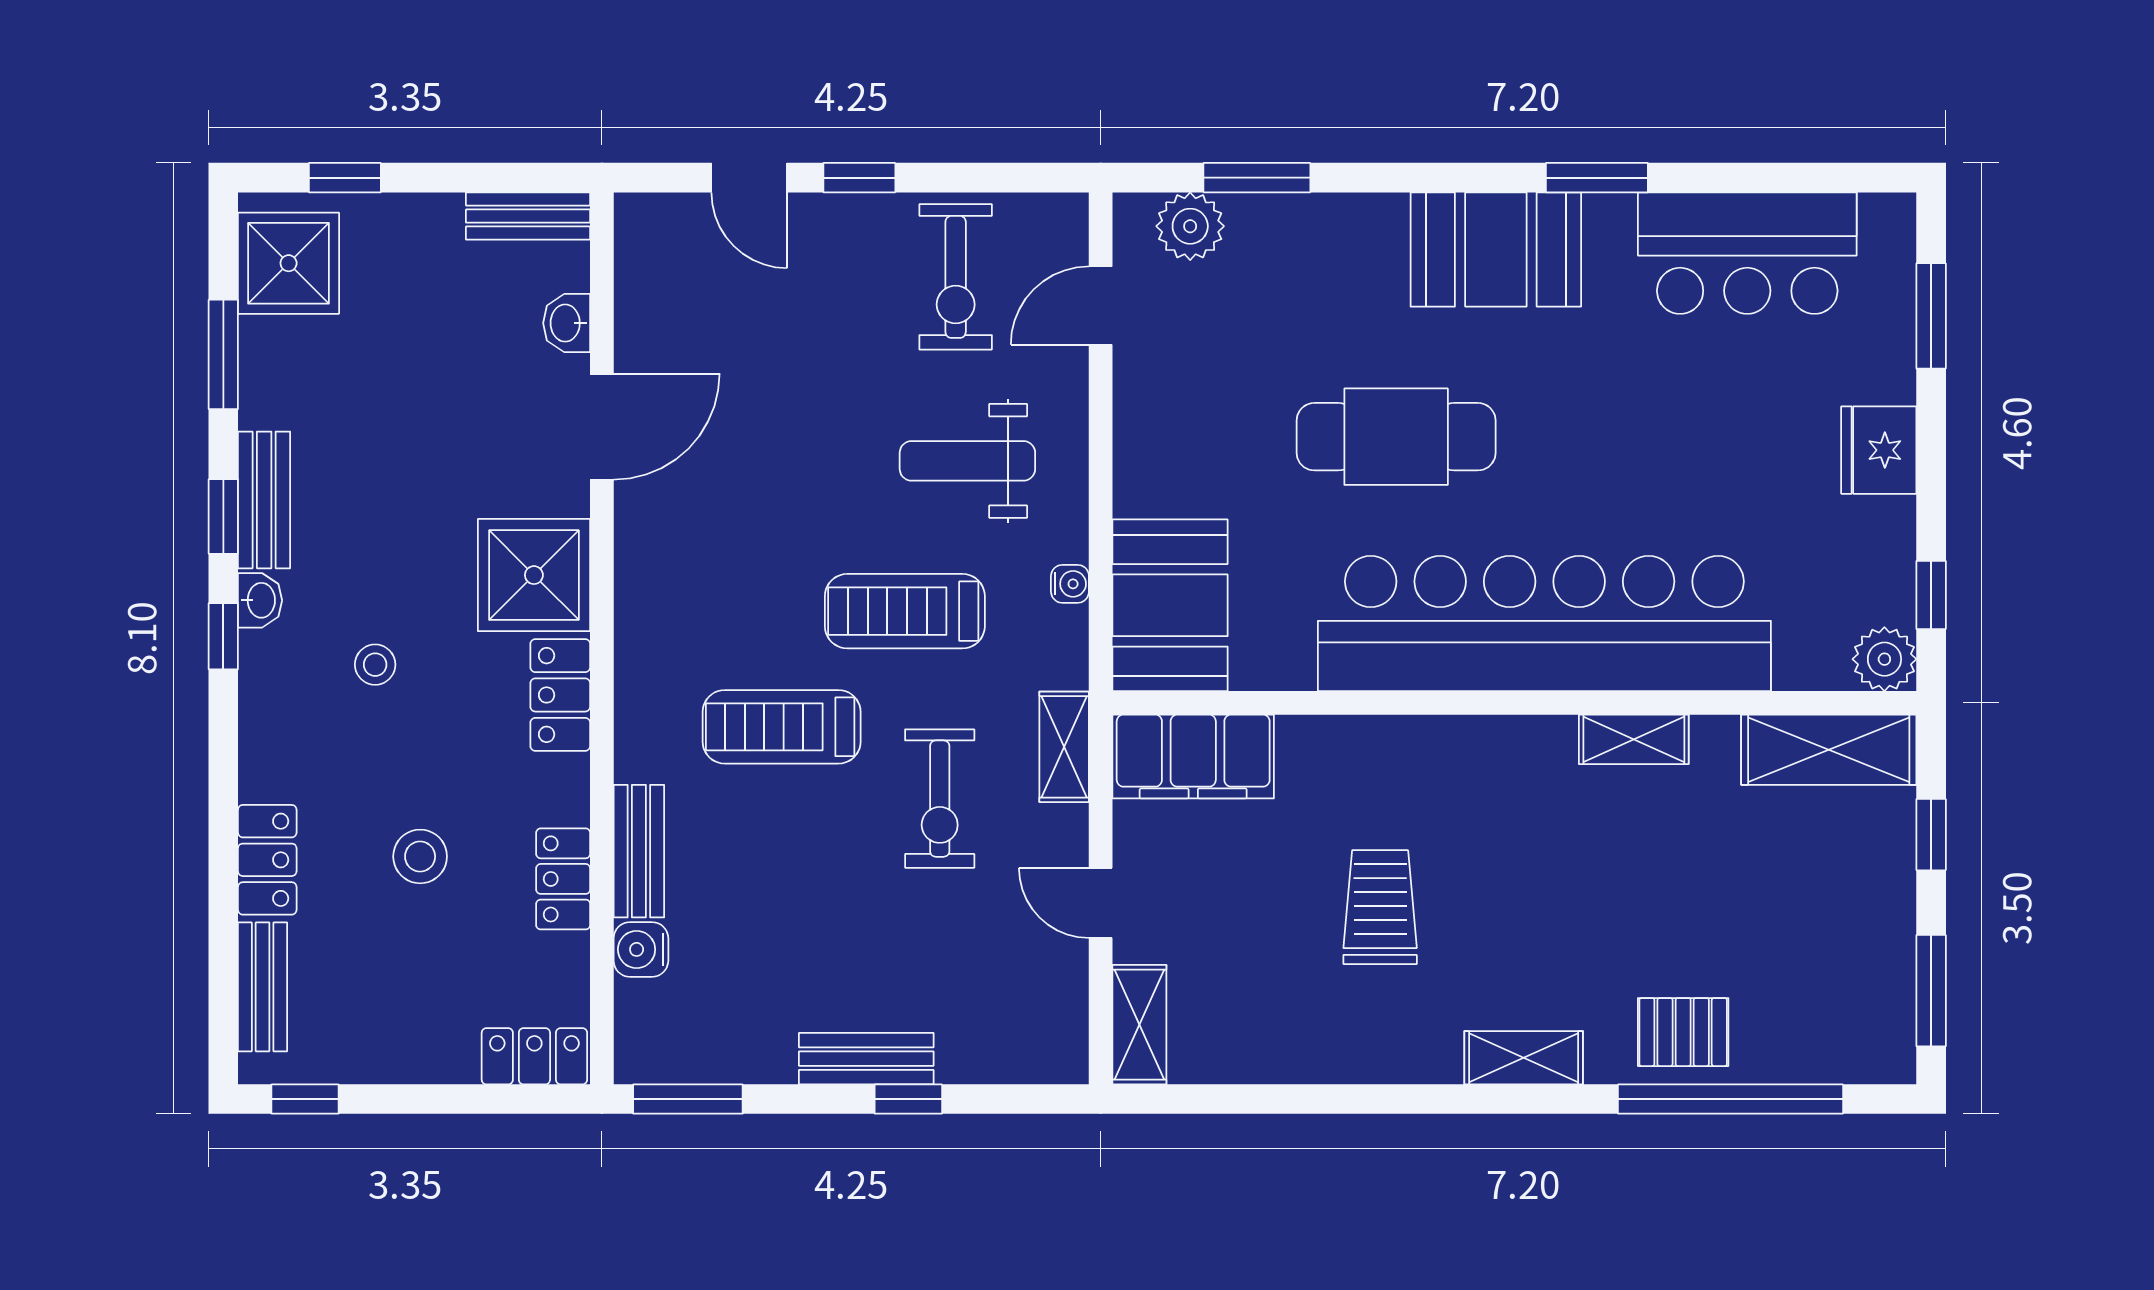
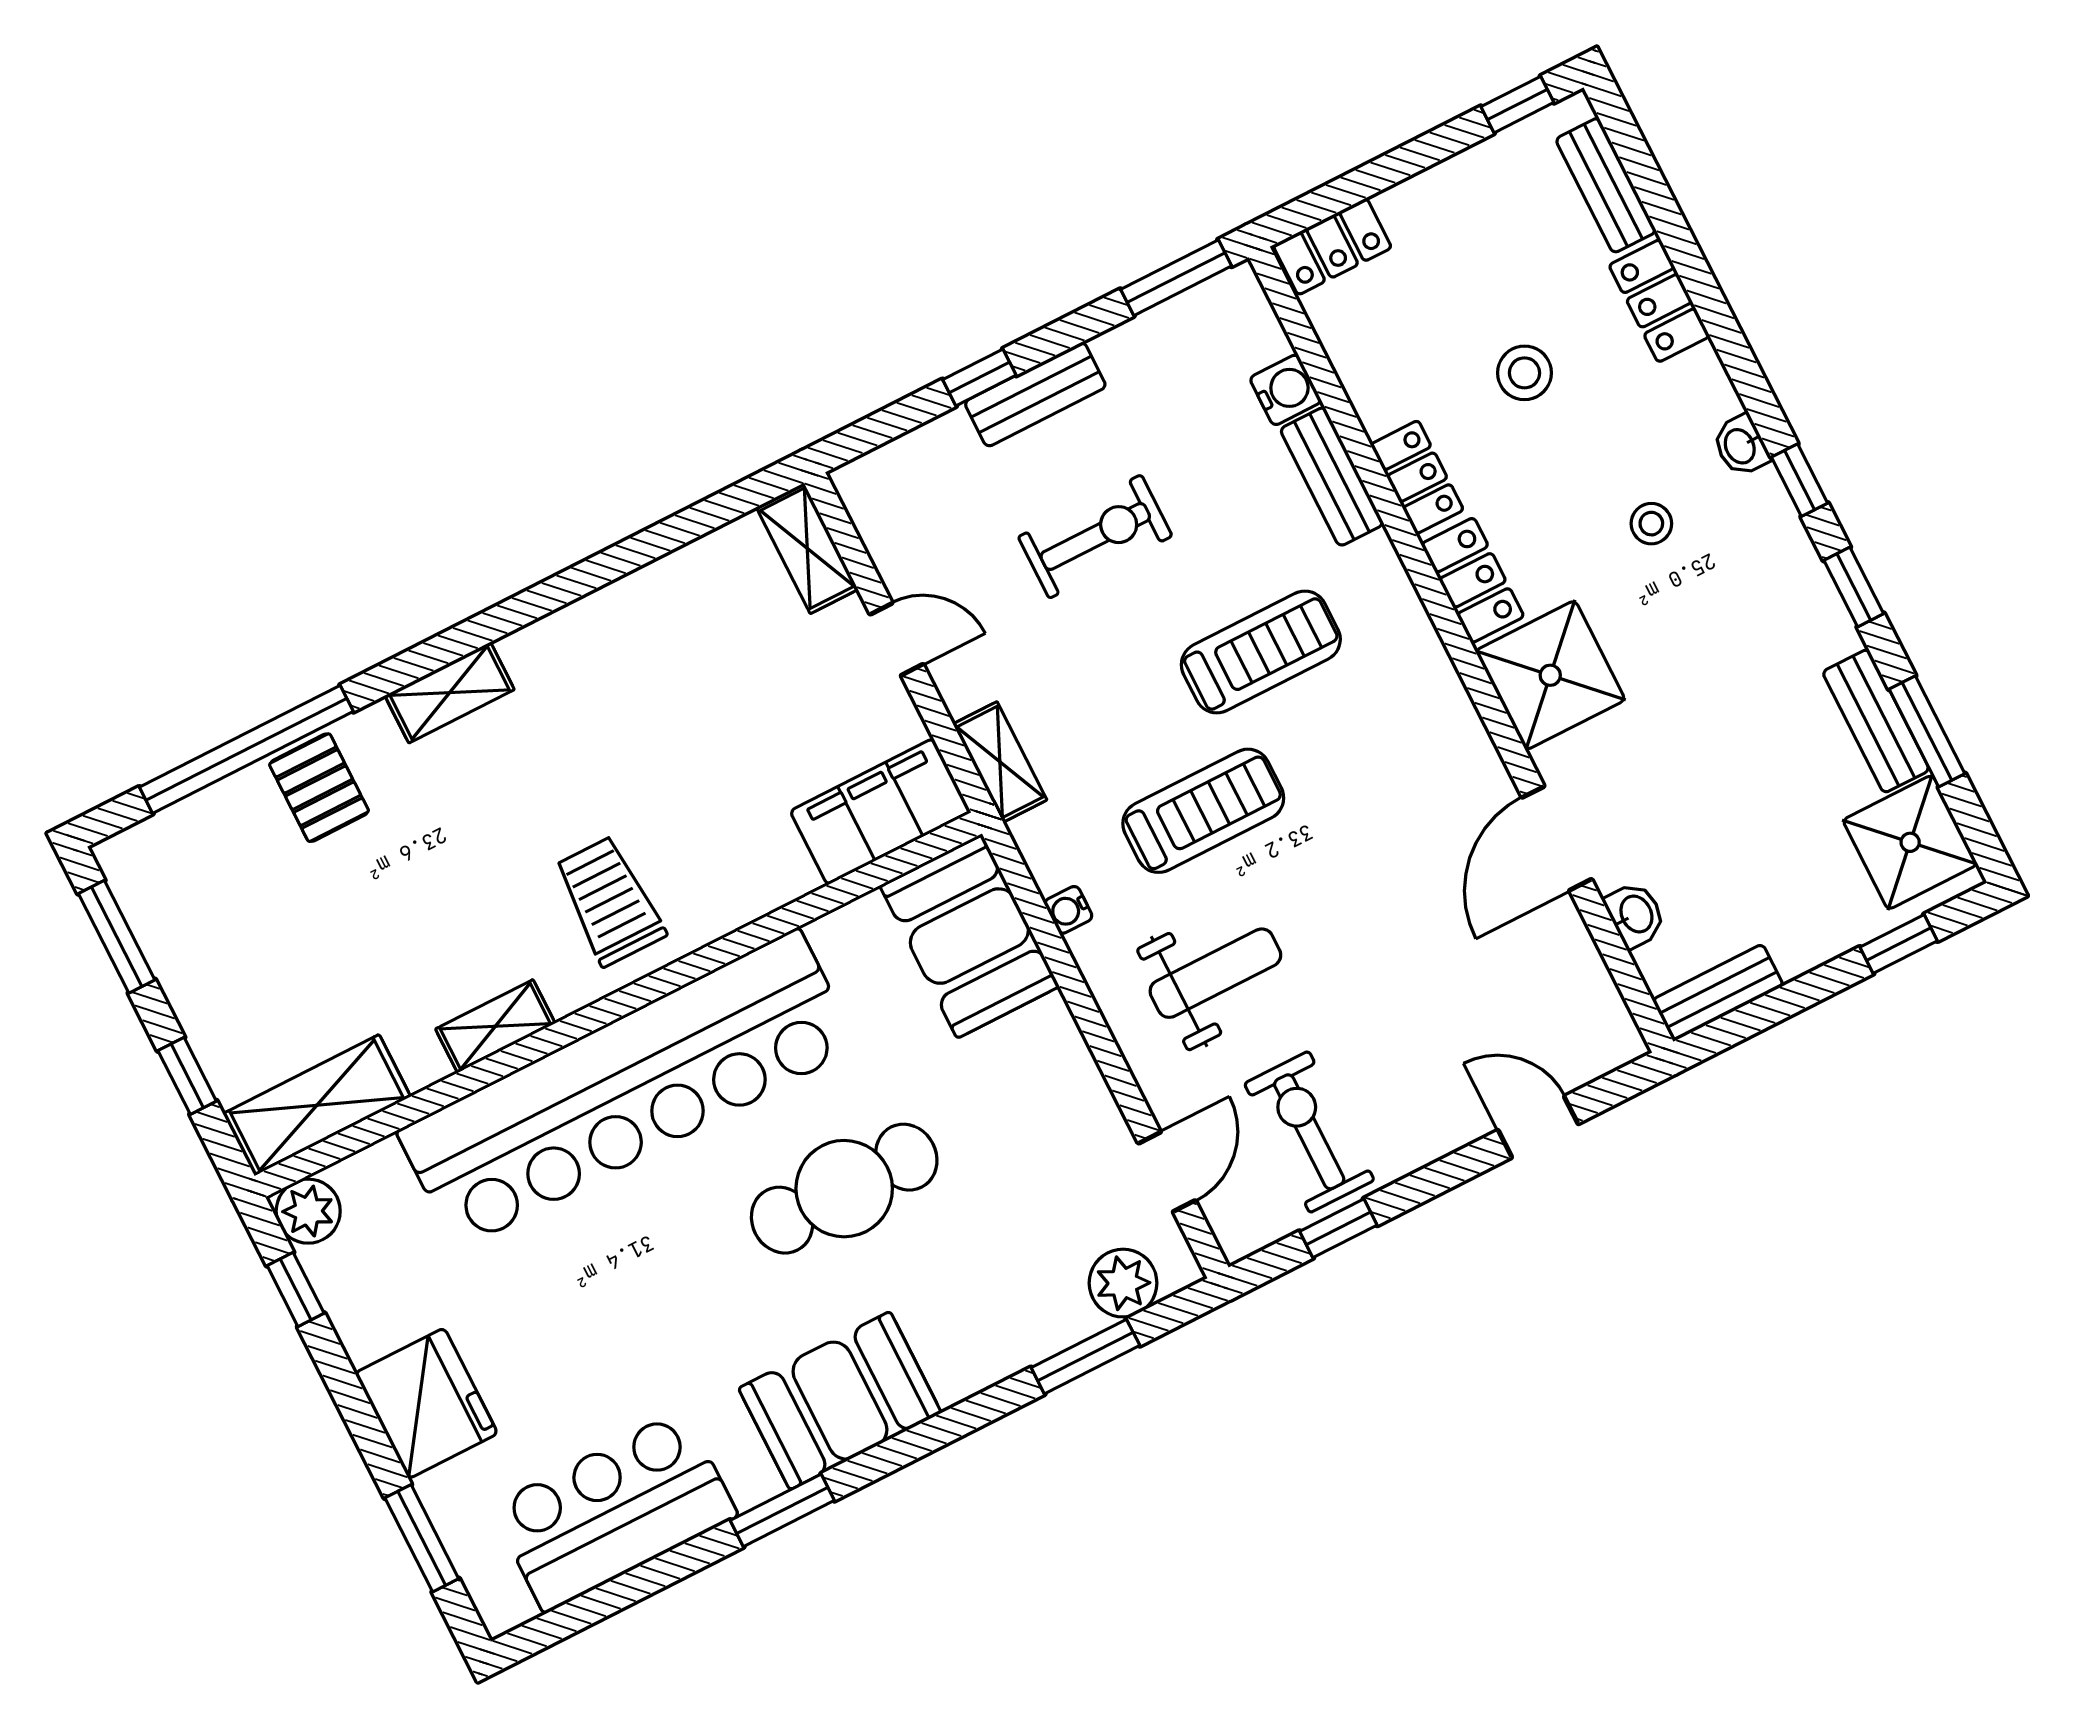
window: (859, 178) -> (1338, 1228), moved
fridge: (1879, 450) -> (426, 1403), width x1.36, depth x1.34
bench: (264, 500) -> (1876, 721), moved
washbasin: (260, 600) -> (1741, 446), moved
exercise bike: (940, 799) -> (1095, 536), moved, turned 90
locker: (563, 879) -> (1417, 477), moved
trolley: (1380, 907) -> (610, 901), moved, turned 180
pallet: (1683, 1032) -> (319, 788), turned 90

